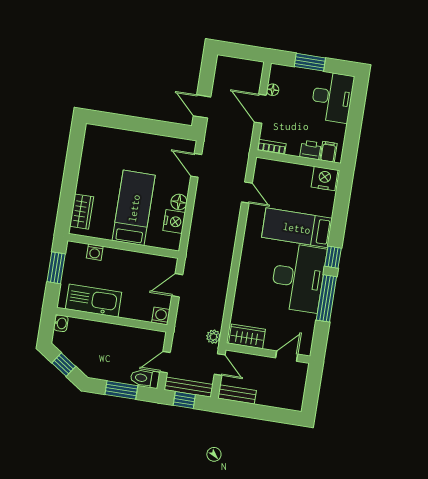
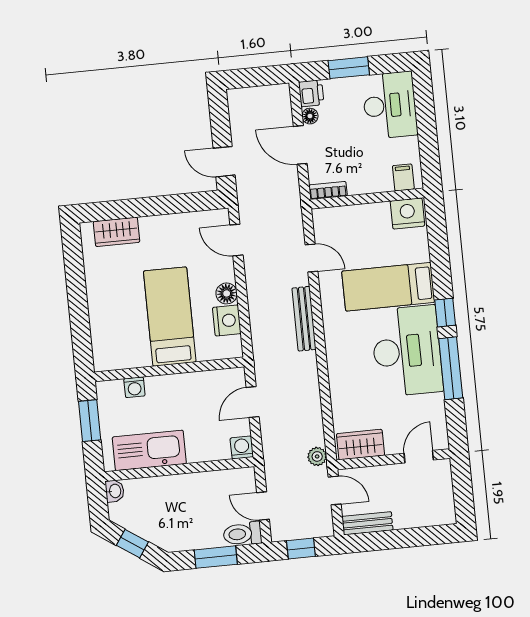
printer: (310, 150) -> (311, 93), moved, turned 90
wardrobe: (82, 212) -> (117, 232), moved, turned 90
door: (165, 362) -> (263, 506), hinge flipped
bench: (189, 387) -> (304, 319), moved, turned 90

